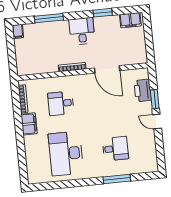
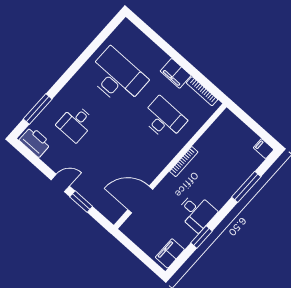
desk: (82, 31) -> (197, 212), moved
door: (107, 69) -> (140, 199), moved
printer: (143, 90) -> (35, 142), moved
desk: (61, 103) -> (164, 119), width x1.37
window: (117, 179) -> (38, 109), moved

